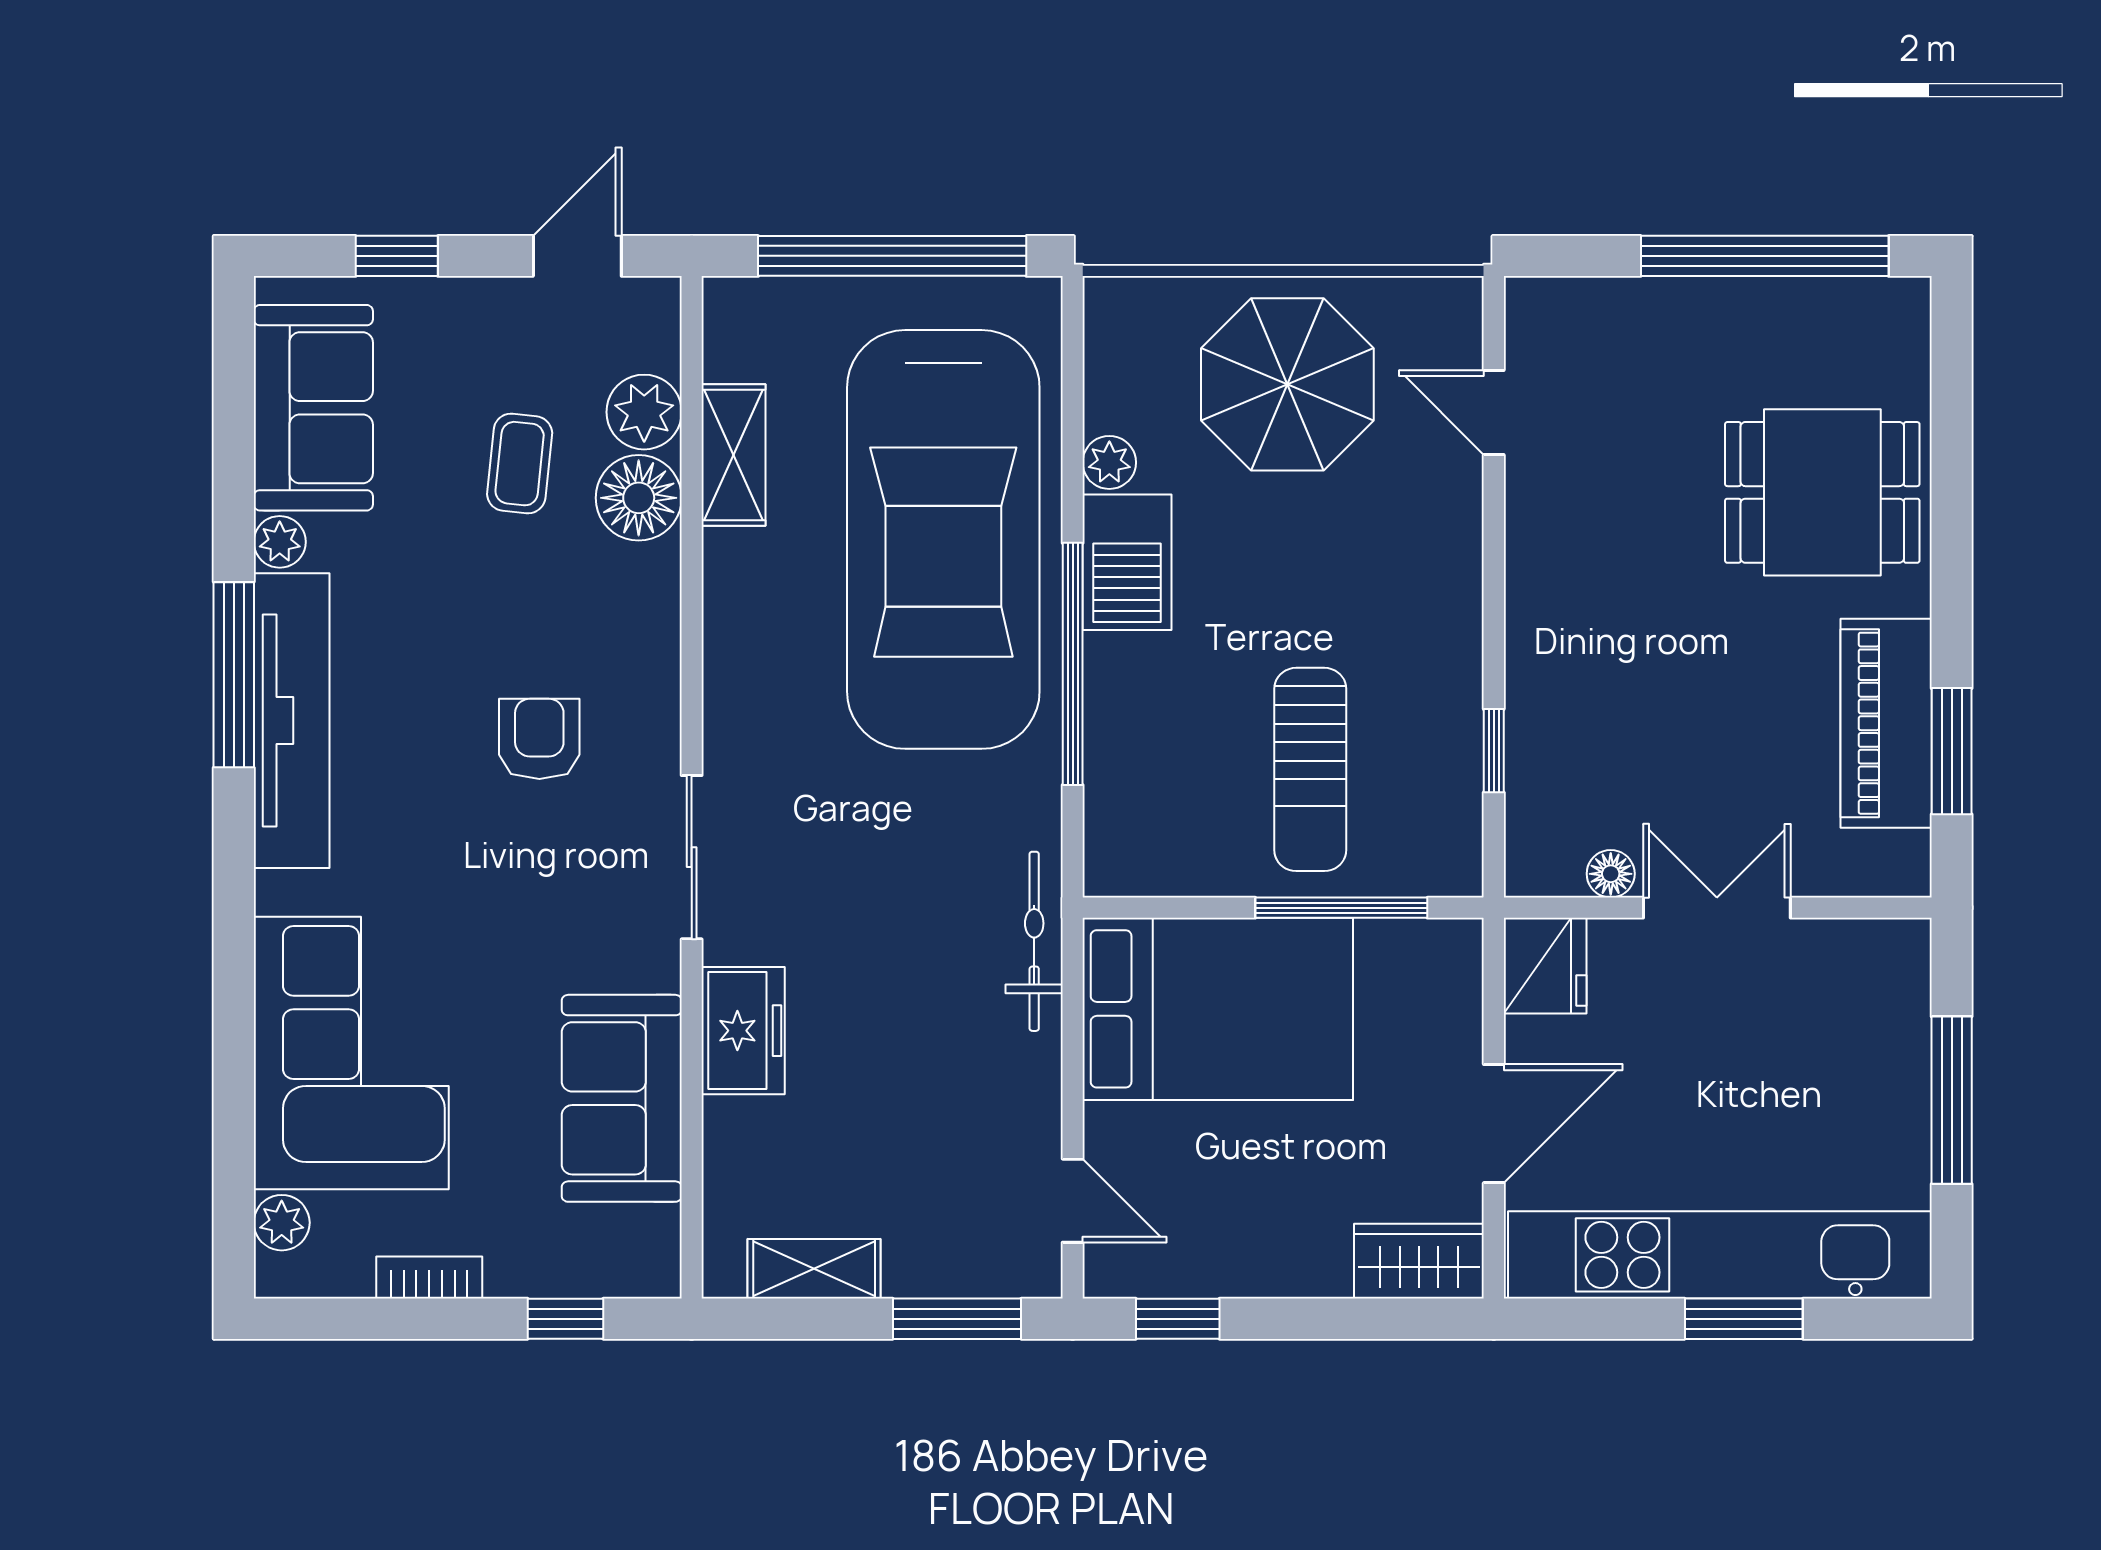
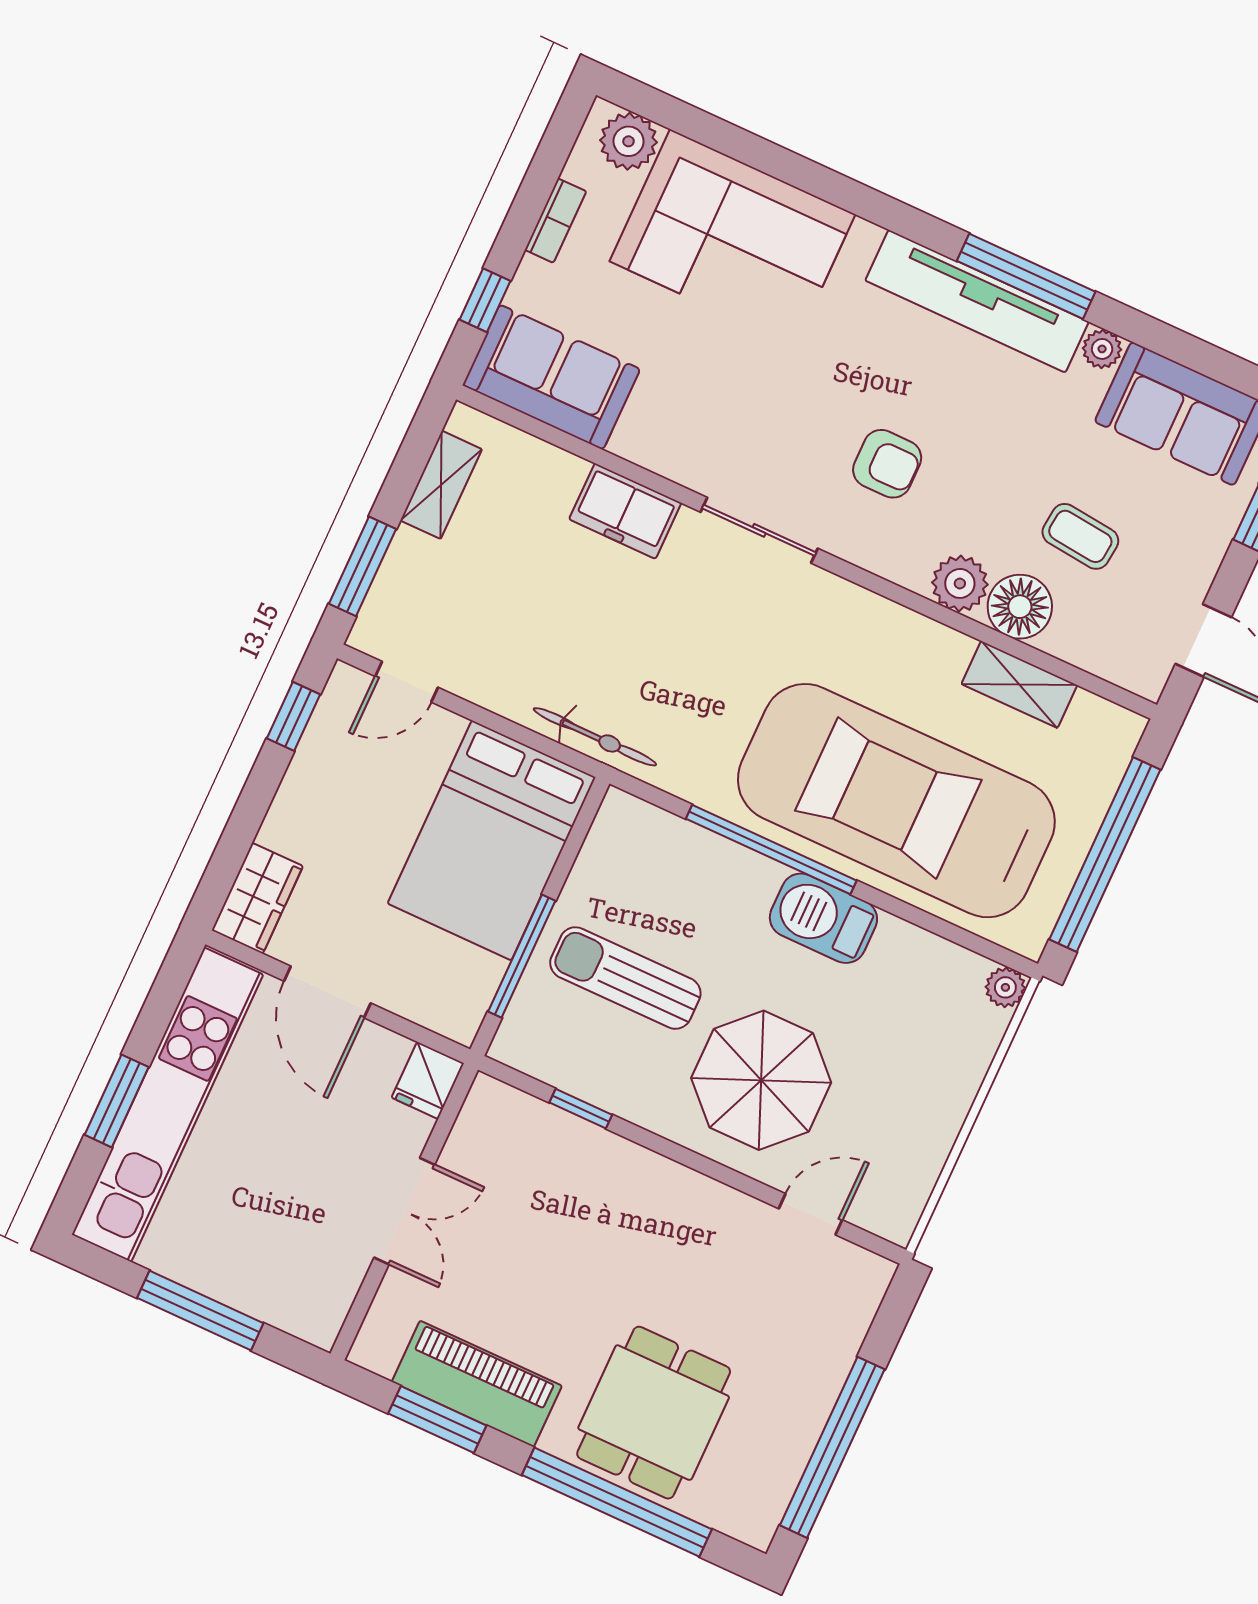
parasol: (1287, 384) -> (761, 1080), moved
plant: (644, 412) -> (960, 583), moved
plant: (1109, 462) -> (1005, 987), moved
window: (1952, 487) -> (617, 1502), added
floor lamp: (1611, 874) -> (461, 1150), removed
fridge: (1545, 966) -> (428, 1080), width x0.72
sofa: (622, 1098) -> (551, 377), moved
plant: (282, 1223) -> (629, 141), width x1.38, depth x1.38

